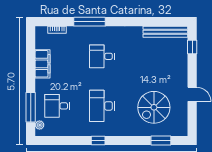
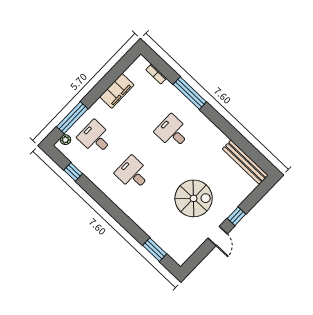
window: (192, 47) -> (236, 216), moved
desk: (102, 106) -> (133, 173), width x0.73
spiral stairs: (154, 107) -> (194, 198), moved, turned 180
window: (98, 141) -> (73, 172), moved

